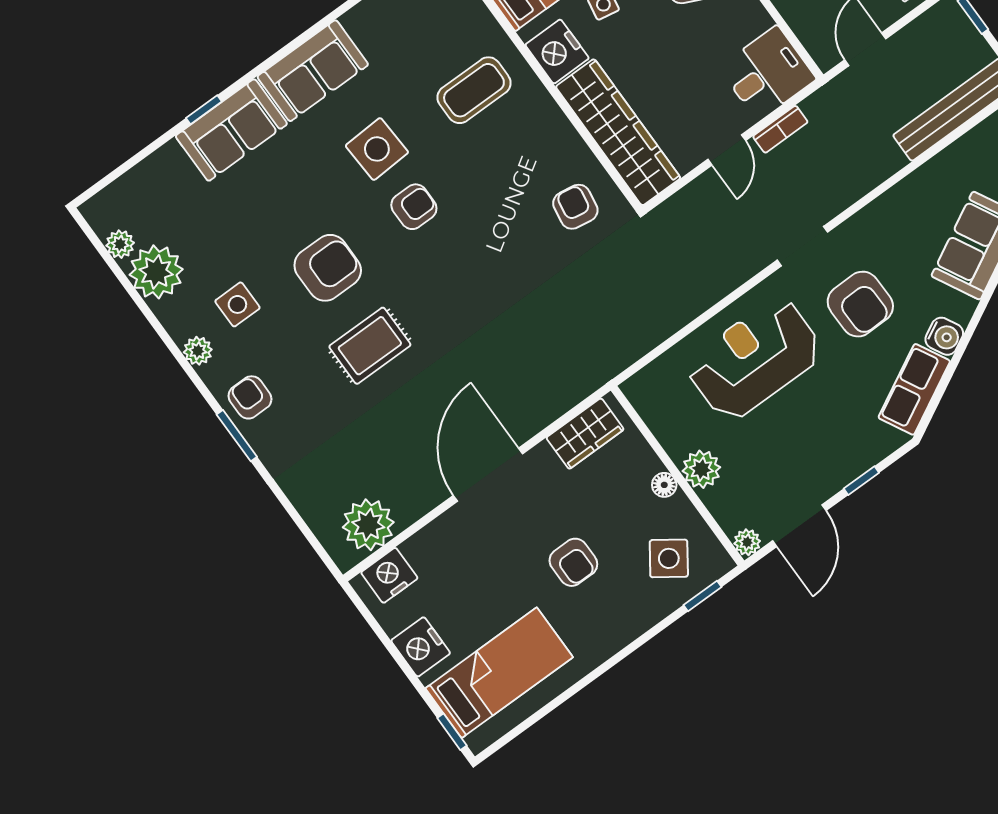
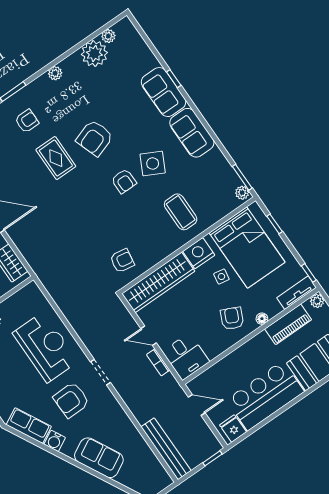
side table: (377, 149) -> (153, 163), turned 30
armchair: (328, 268) -> (95, 138), turned 71
side table: (237, 304) -> (78, 93), removed
armchair: (250, 397) -> (27, 121), moved

